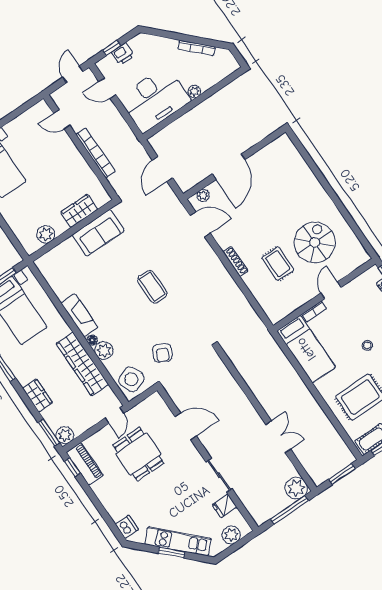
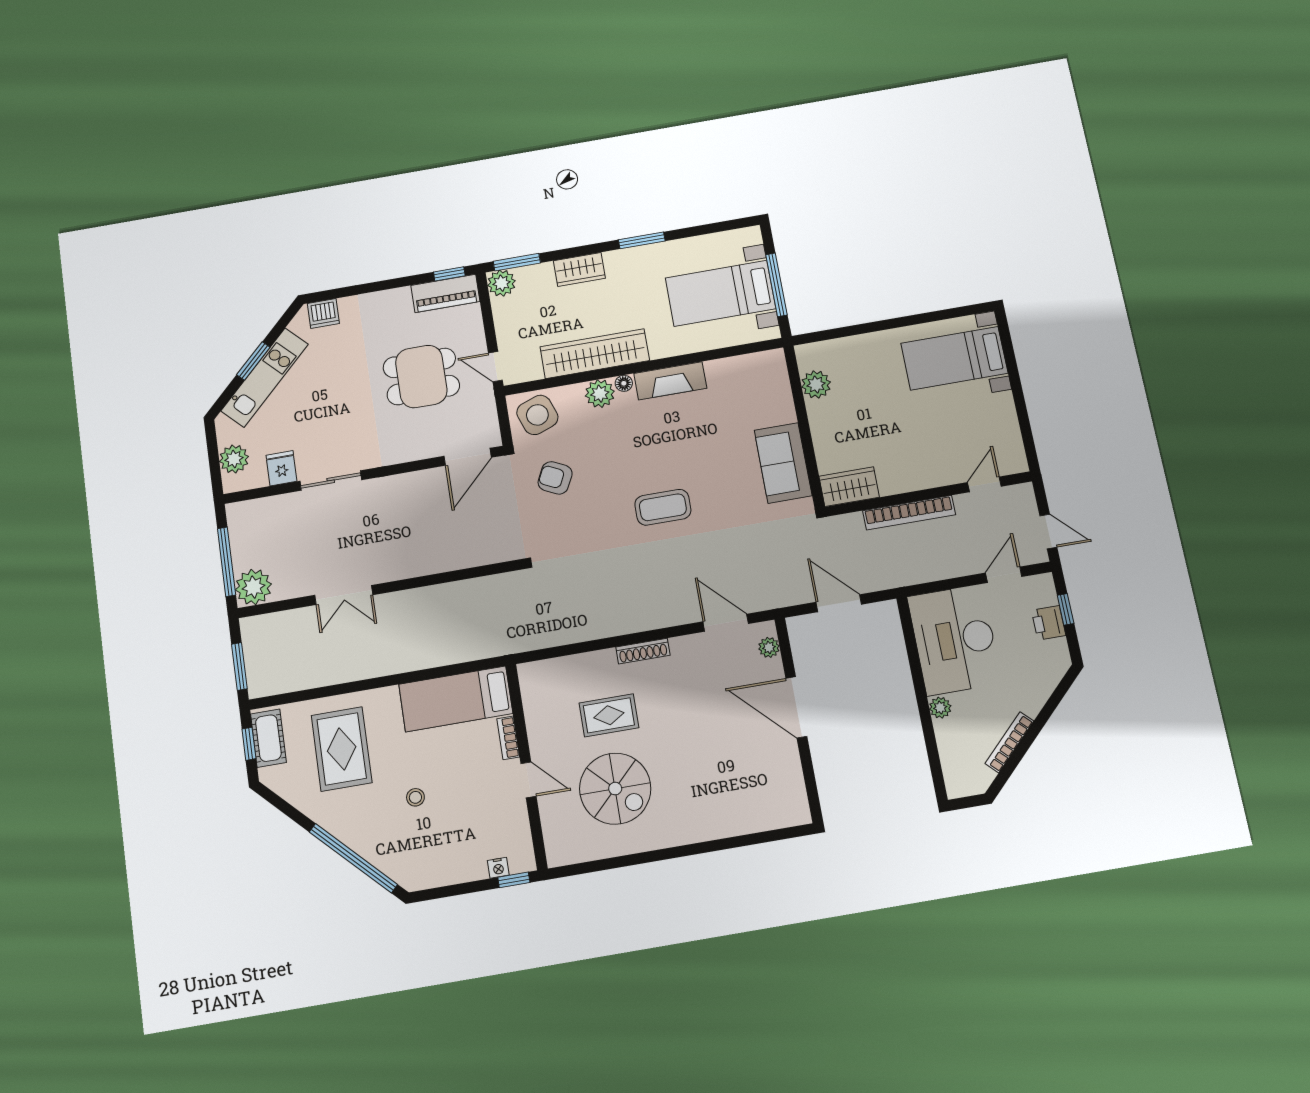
wardrobe: (79, 211) -> (849, 487), moved, turned -90
door: (200, 224) -> (726, 623), swing flipped
door: (186, 426) -> (468, 457), moved

